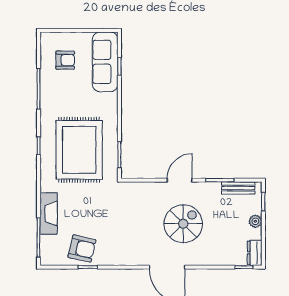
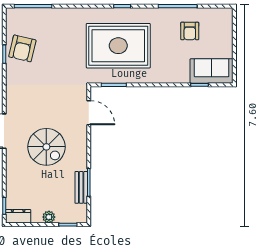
armchair: (65, 60) -> (190, 31), moved
sofa: (105, 62) -> (212, 71), width x0.73
door: (180, 180) -> (89, 113), moved
bench: (238, 188) -> (81, 187), moved
fireplace: (49, 214) -> (56, 16), removed

